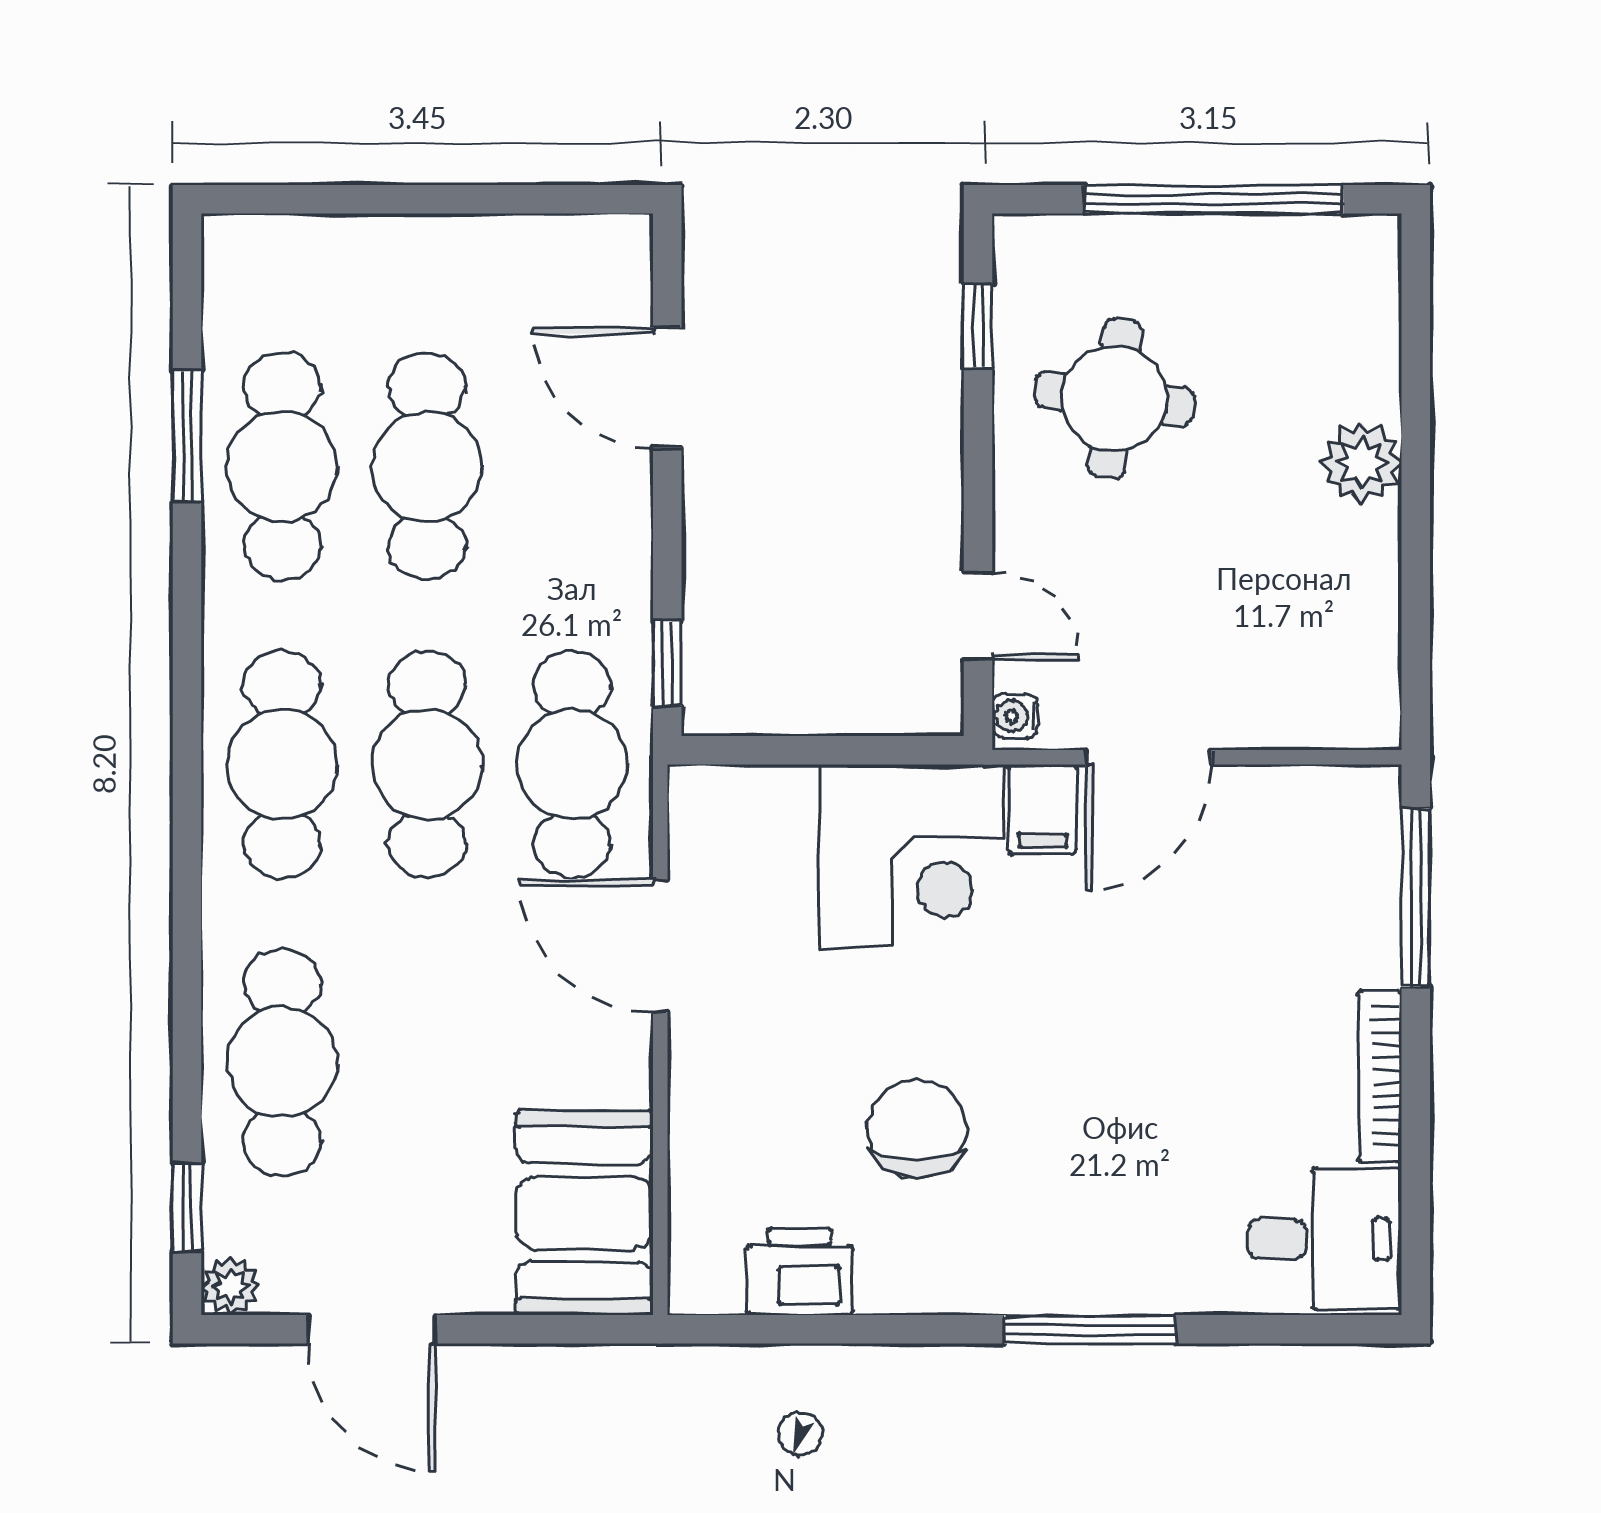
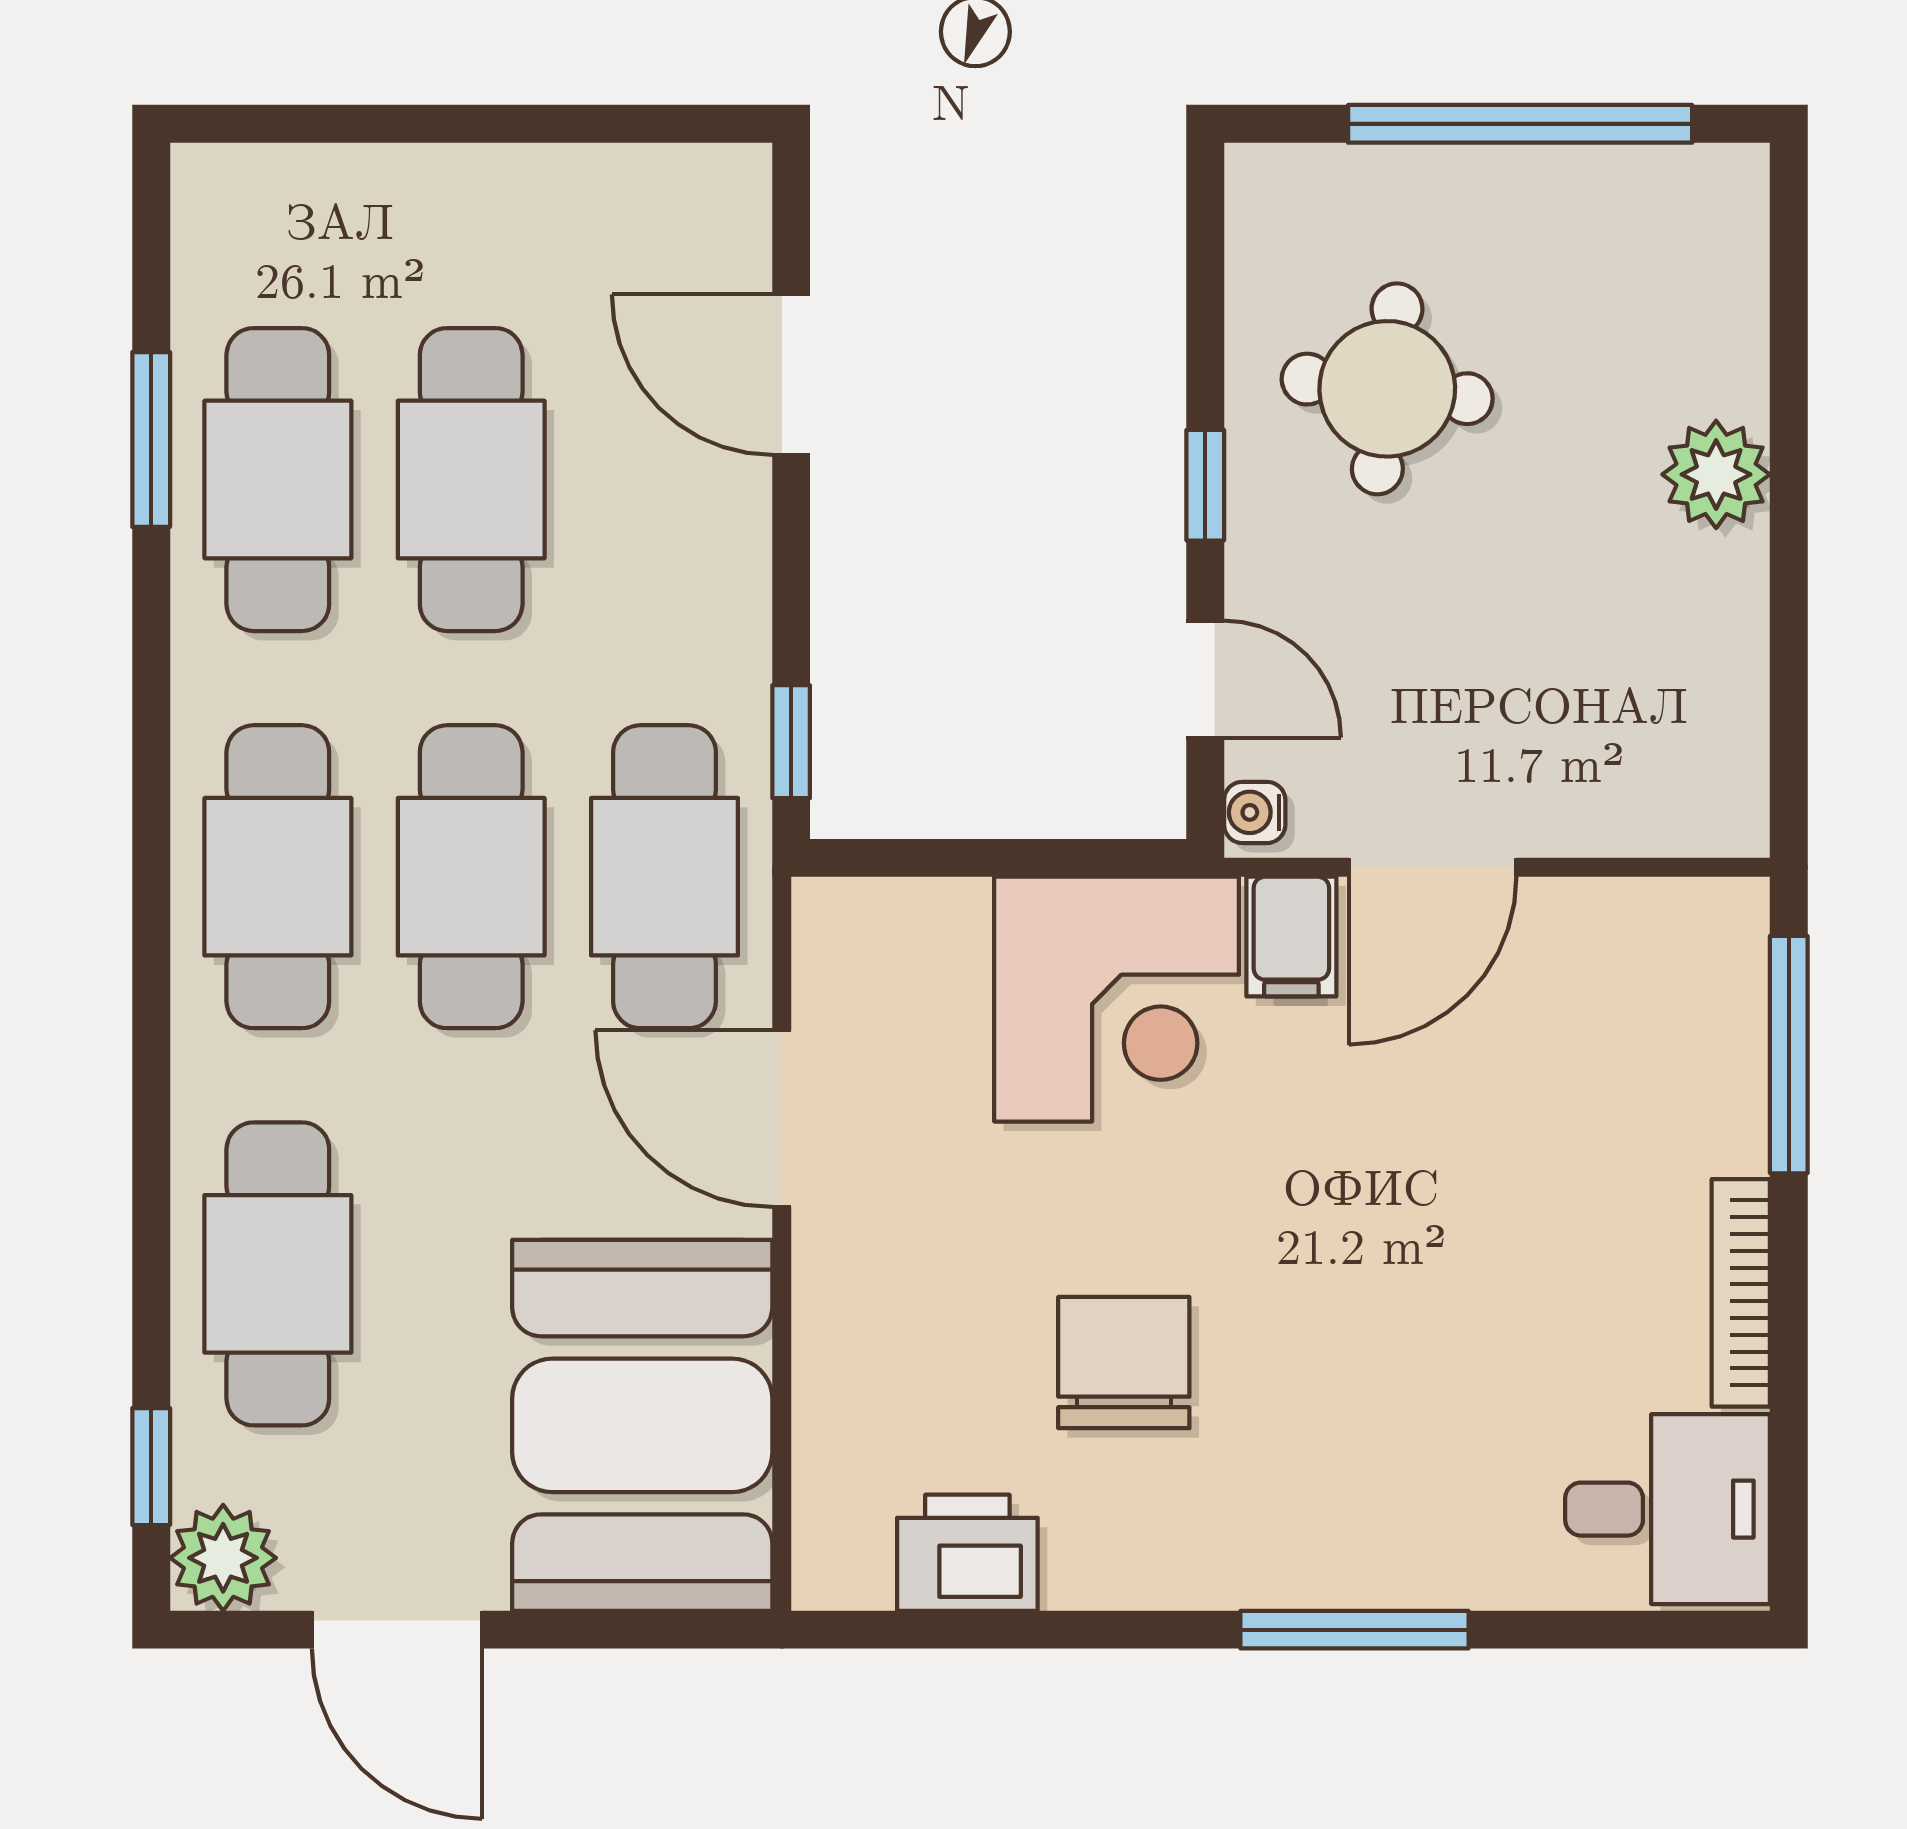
window: (978, 326) -> (1205, 485), moved
booth: (585, 1213) -> (642, 1425), width x1.36, depth x1.42
plant: (230, 1286) -> (223, 1558), width x1.38, depth x1.38

